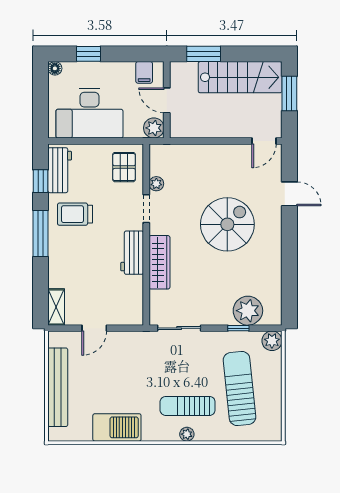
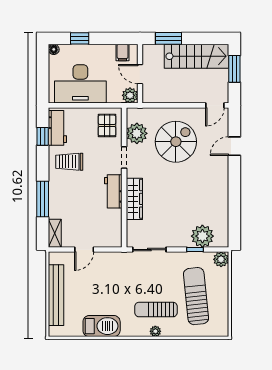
plant: (156, 184) -> (137, 133), width x1.88, depth x1.88
door: (289, 194) -> (234, 146), swing flipped
spiral stairs: (227, 224) -> (176, 142), moved
window: (41, 233) -> (43, 199), moved

